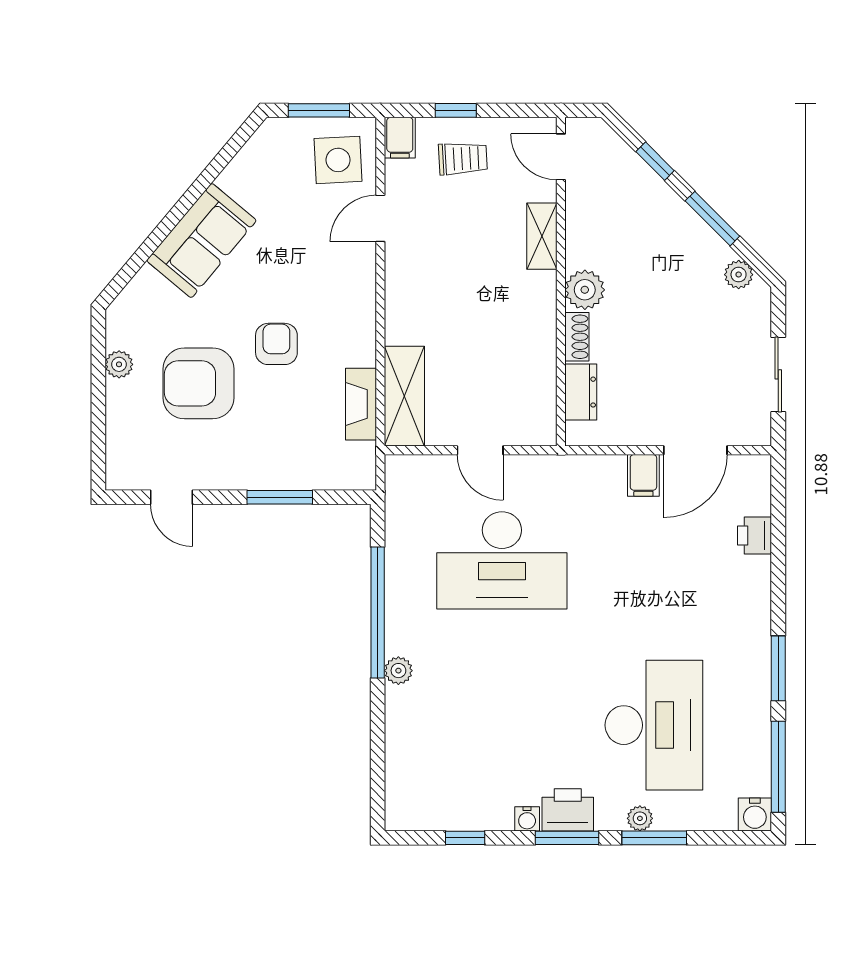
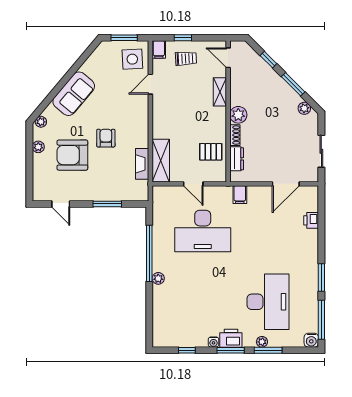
plant: (125, 306) -> (41, 122), added
pallet: (521, 376) -> (211, 152), added
filing cabinet: (643, 475) -> (240, 195), moved

